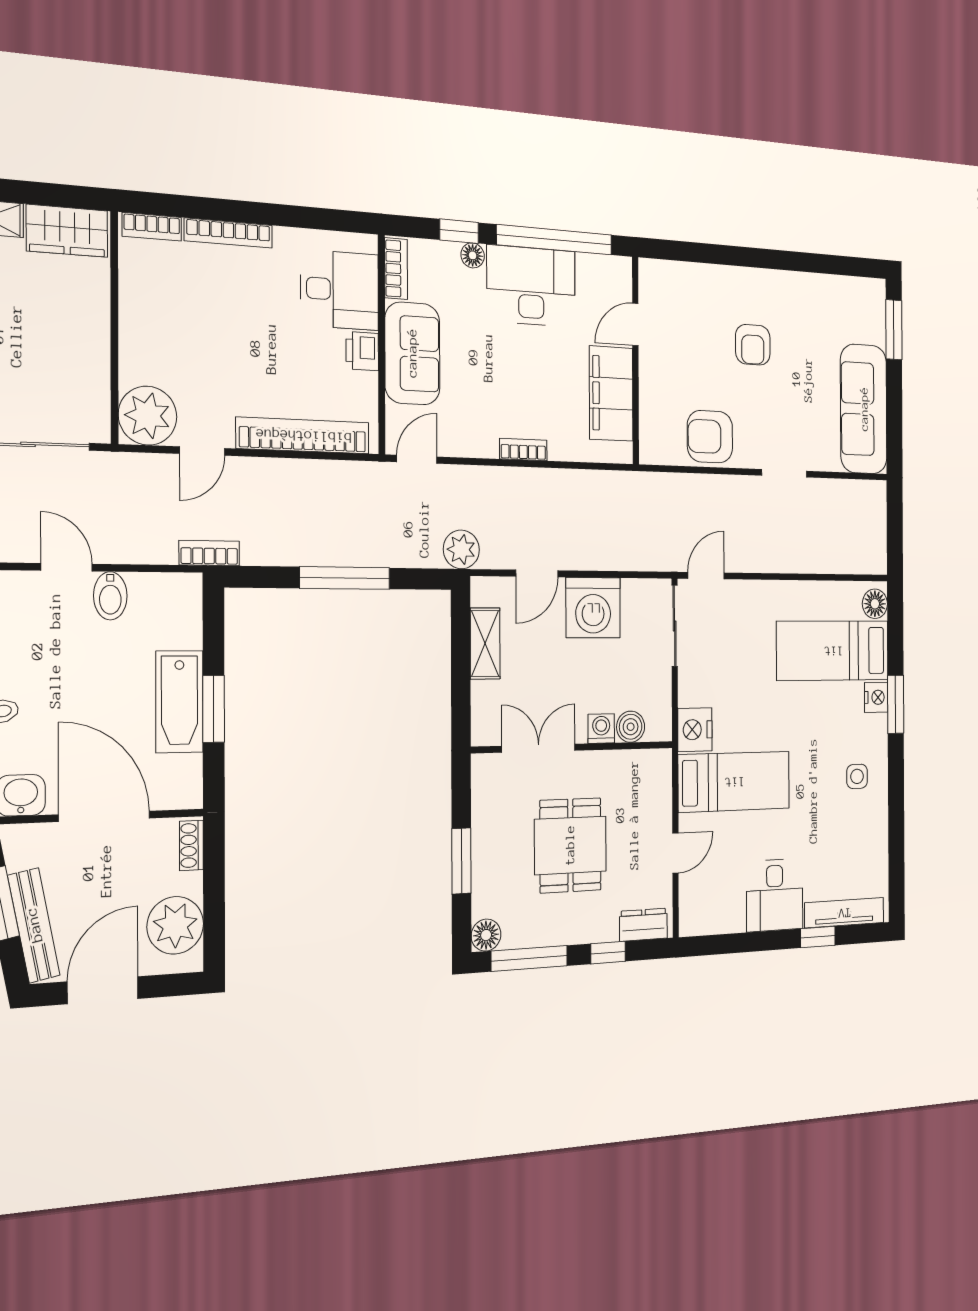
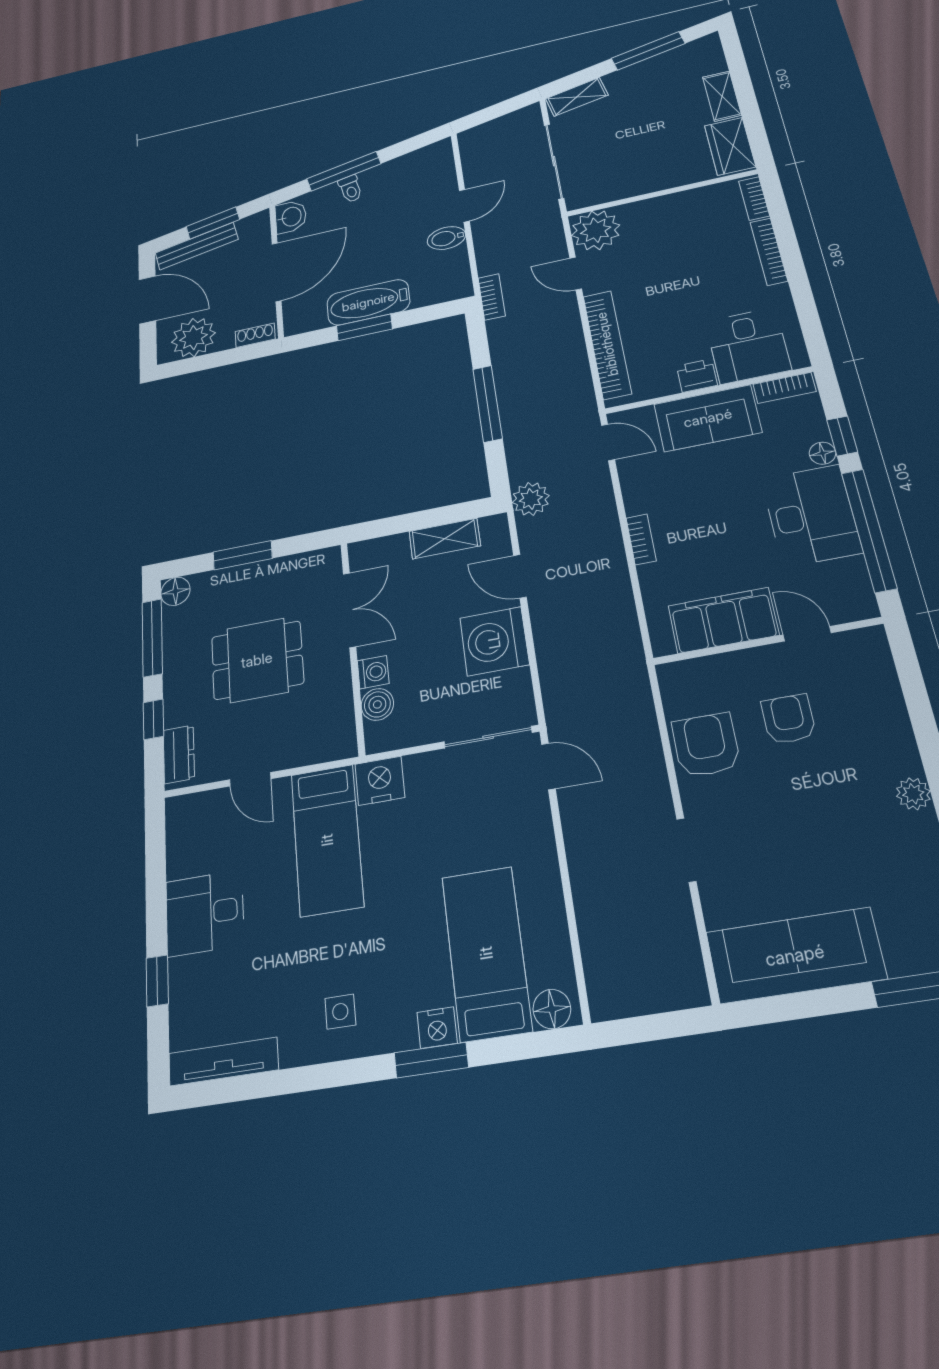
plant: (770, 282) -> (913, 794), added
armchair: (753, 345) -> (788, 719), moved, turned 90
tv unit: (844, 913) -> (223, 1062), moved, turned -90

